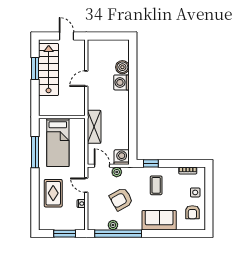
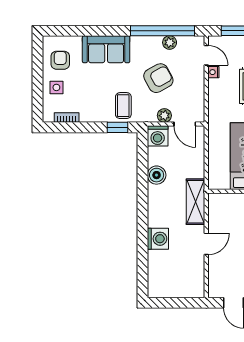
boiler: (122, 67) -> (157, 175), moved
shelving: (94, 127) -> (196, 202), moved
door: (86, 185) -> (206, 55), moved
coffee table: (156, 185) -> (123, 106), moved

